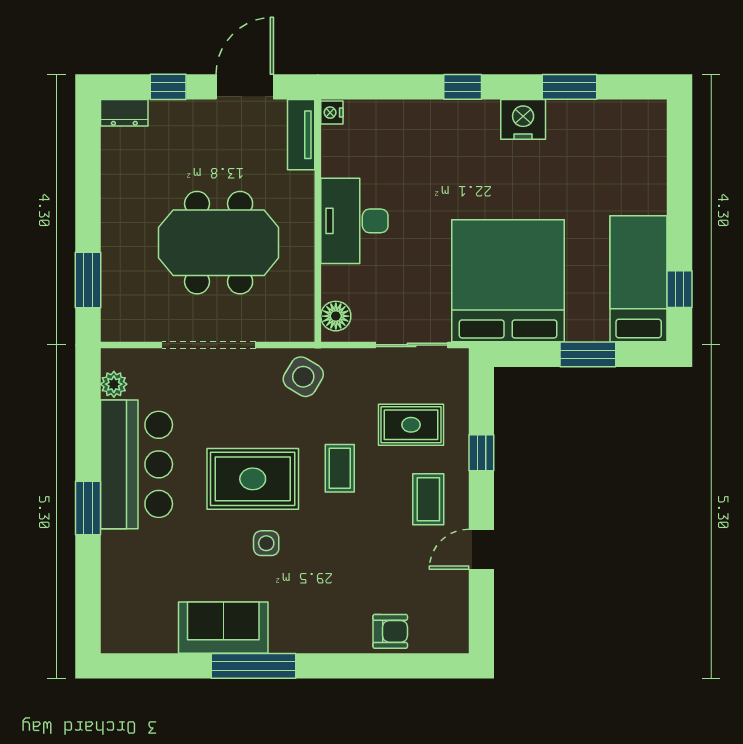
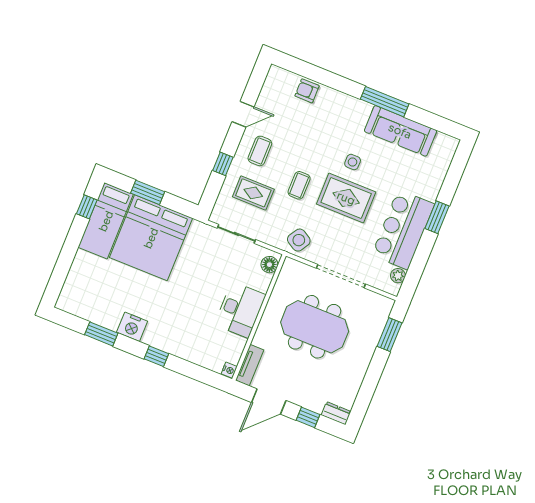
bed: (508, 281) -> (151, 238), moved
sofa: (223, 628) -> (400, 131), width x1.36

